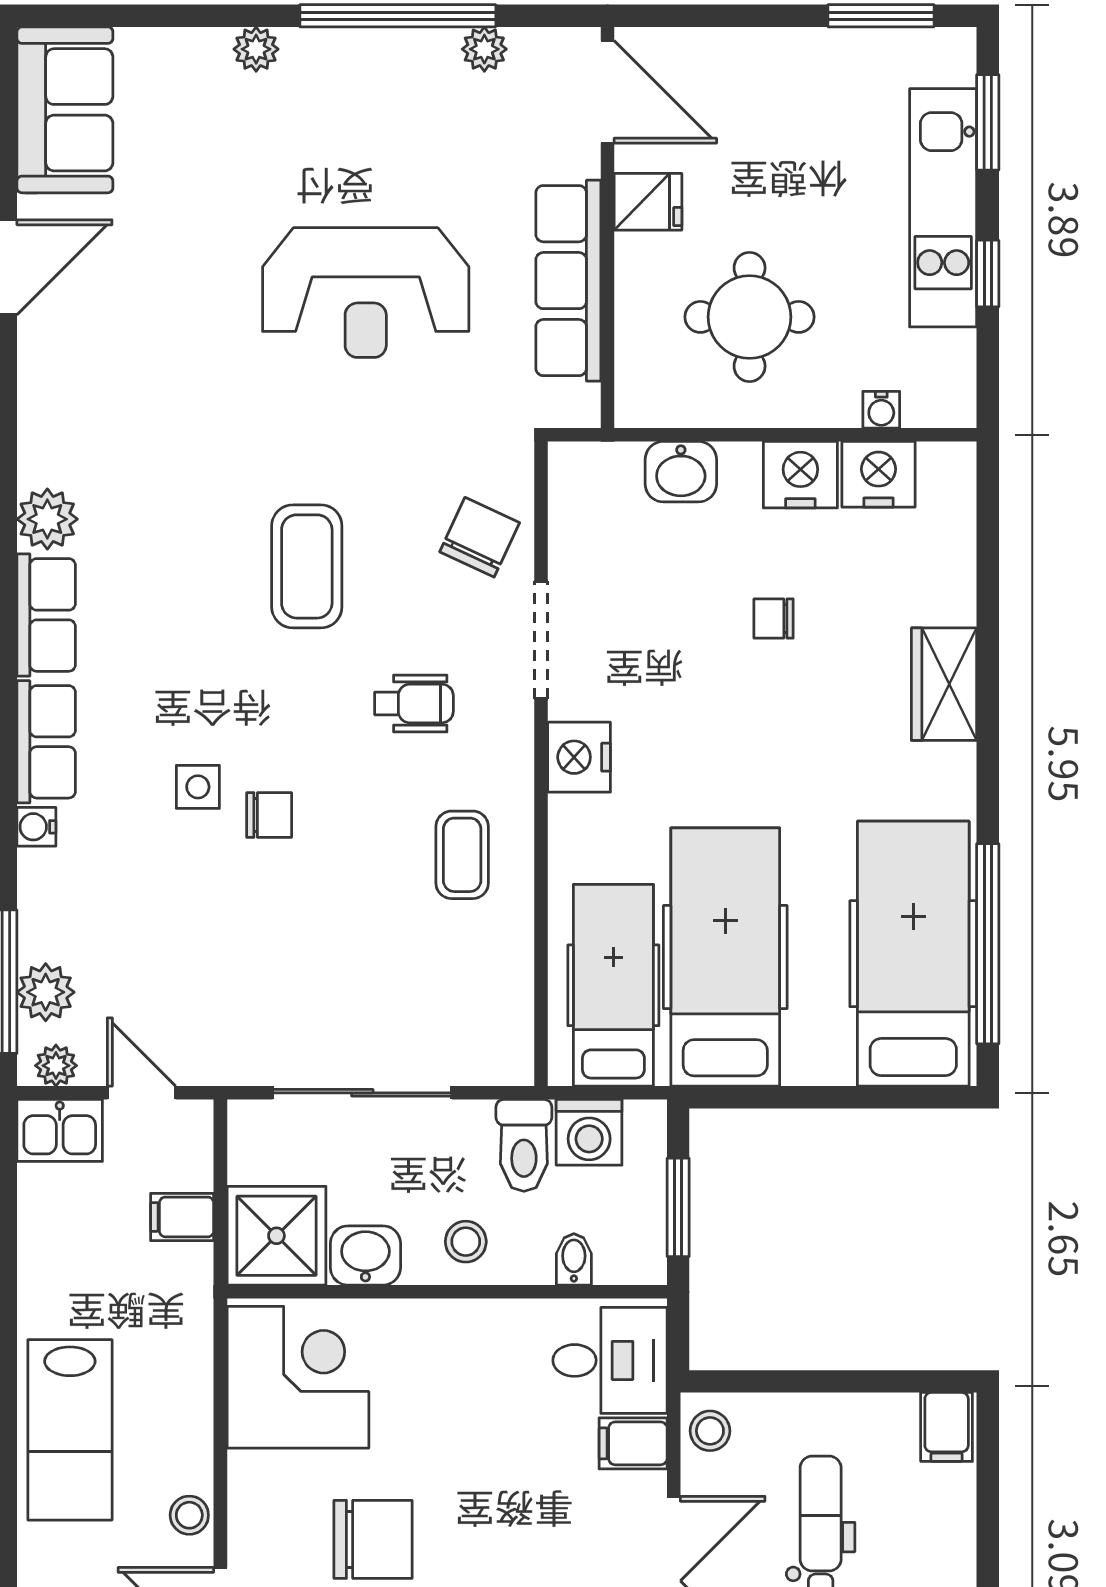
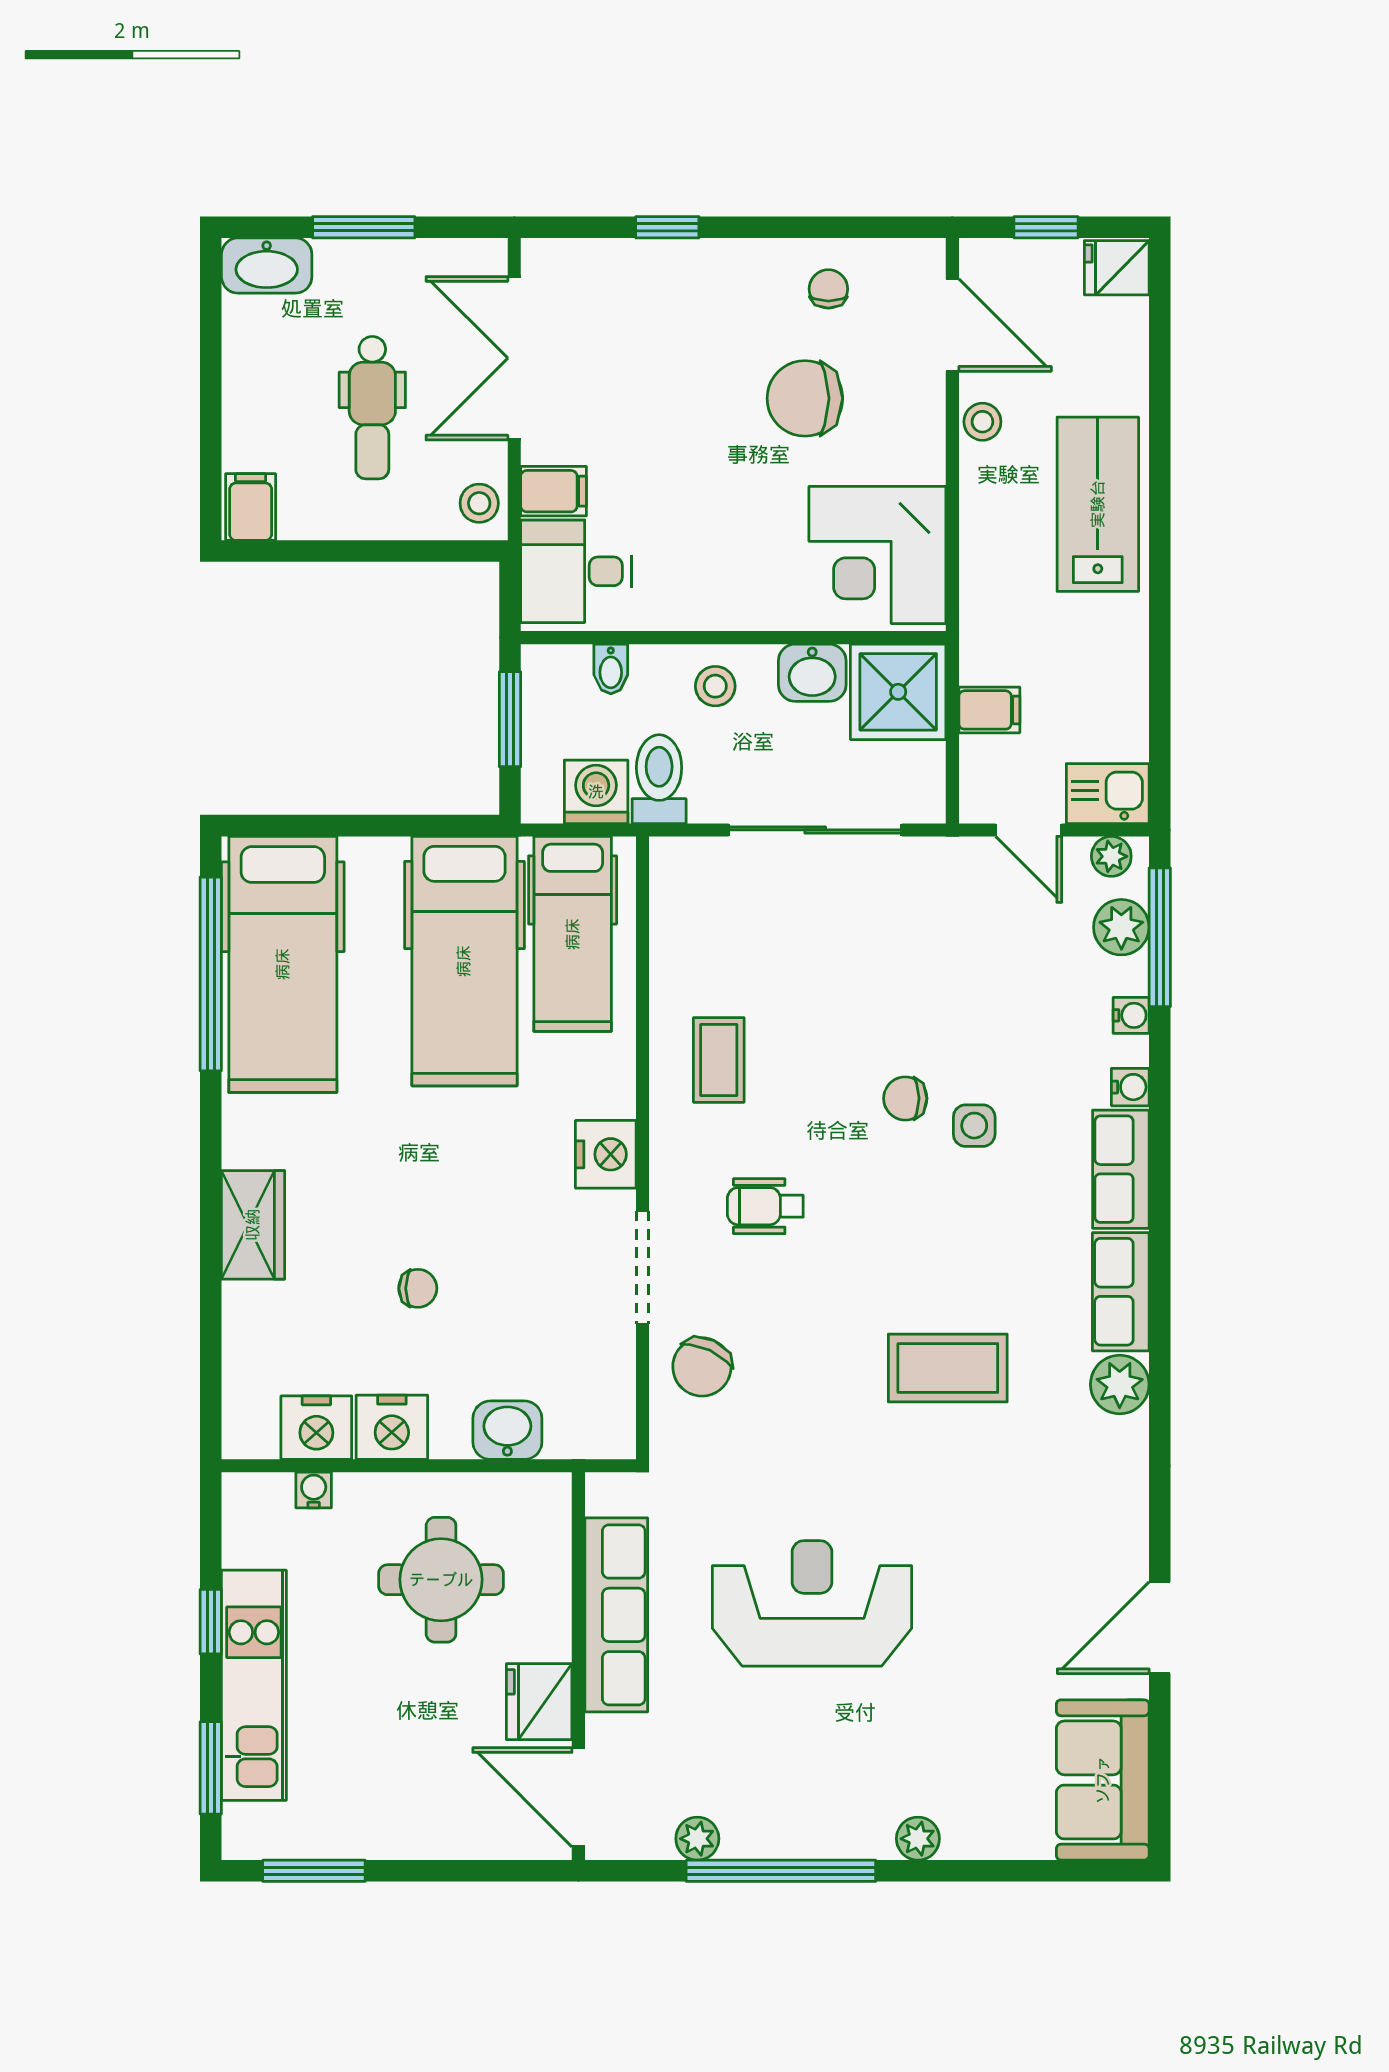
fridge: (648, 202) -> (539, 1702), width x1.38
coffee table: (307, 566) -> (948, 1368), moved, turned 90
water cooler: (36, 901) -> (1131, 1015), added

